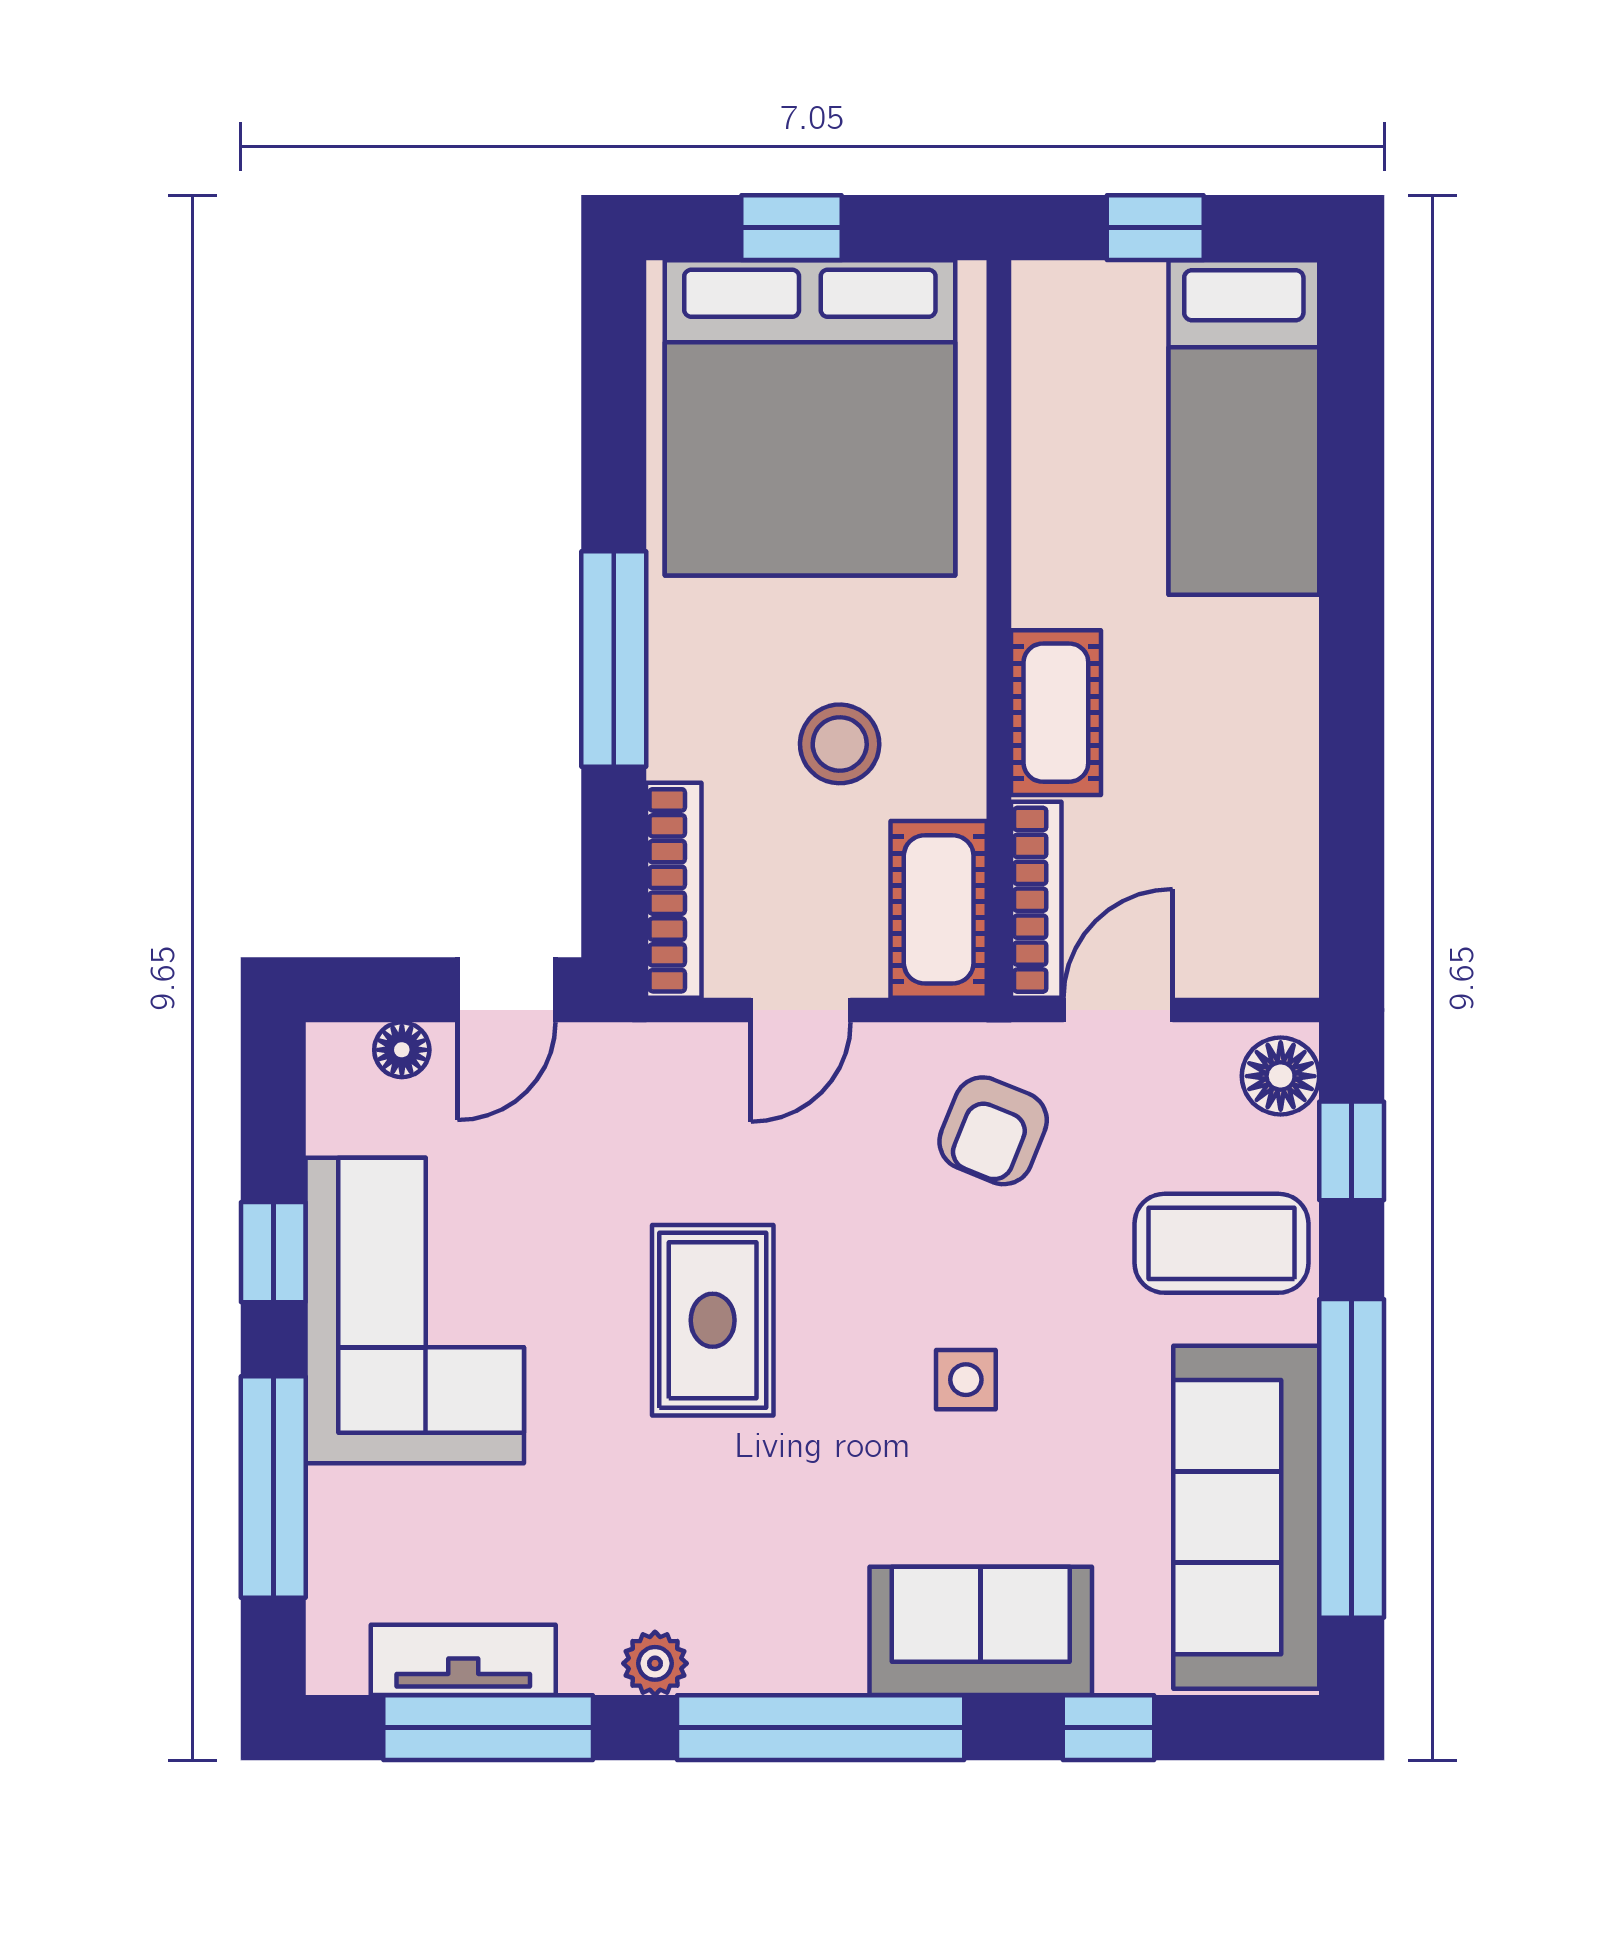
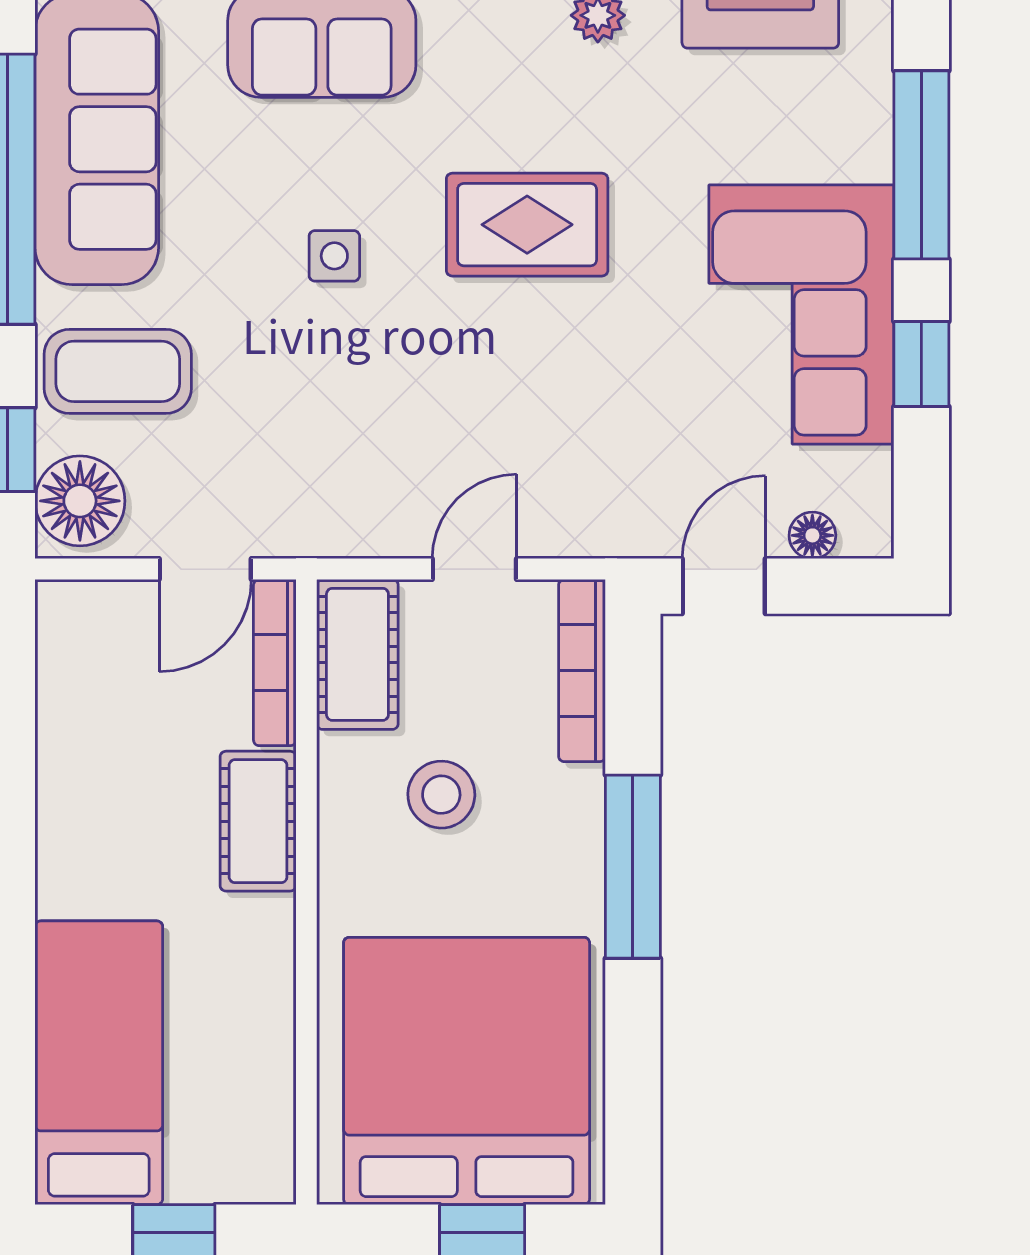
floor lamp: (1281, 1076) -> (80, 501), width x1.38, depth x1.38
armchair: (993, 1131) -> (311, 467), removed
rug: (713, 1320) -> (527, 225), moved, turned 90

